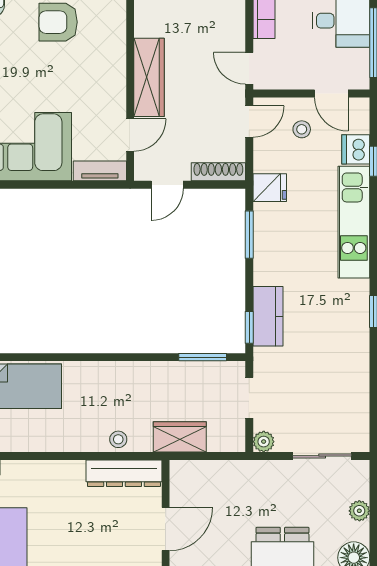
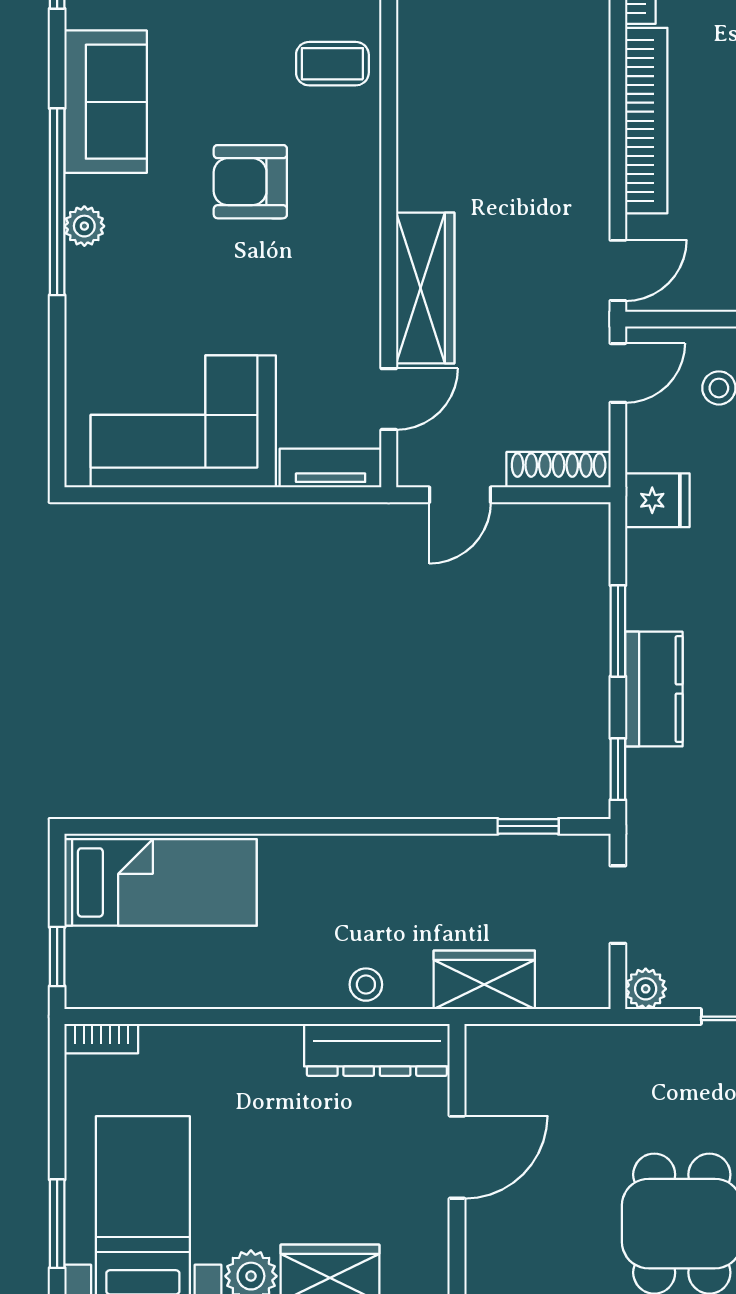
door: (249, 68) -> (618, 270), swing flipped
window: (249, 235) -> (618, 631), moved
kitchen counter: (268, 316) -> (654, 689), moved
window: (203, 357) -> (528, 826), width x0.67

